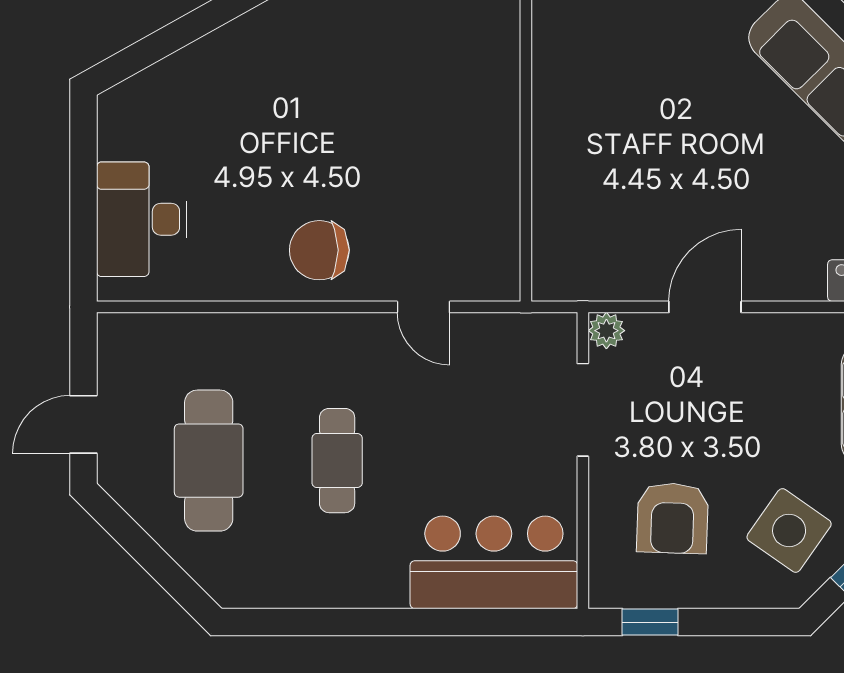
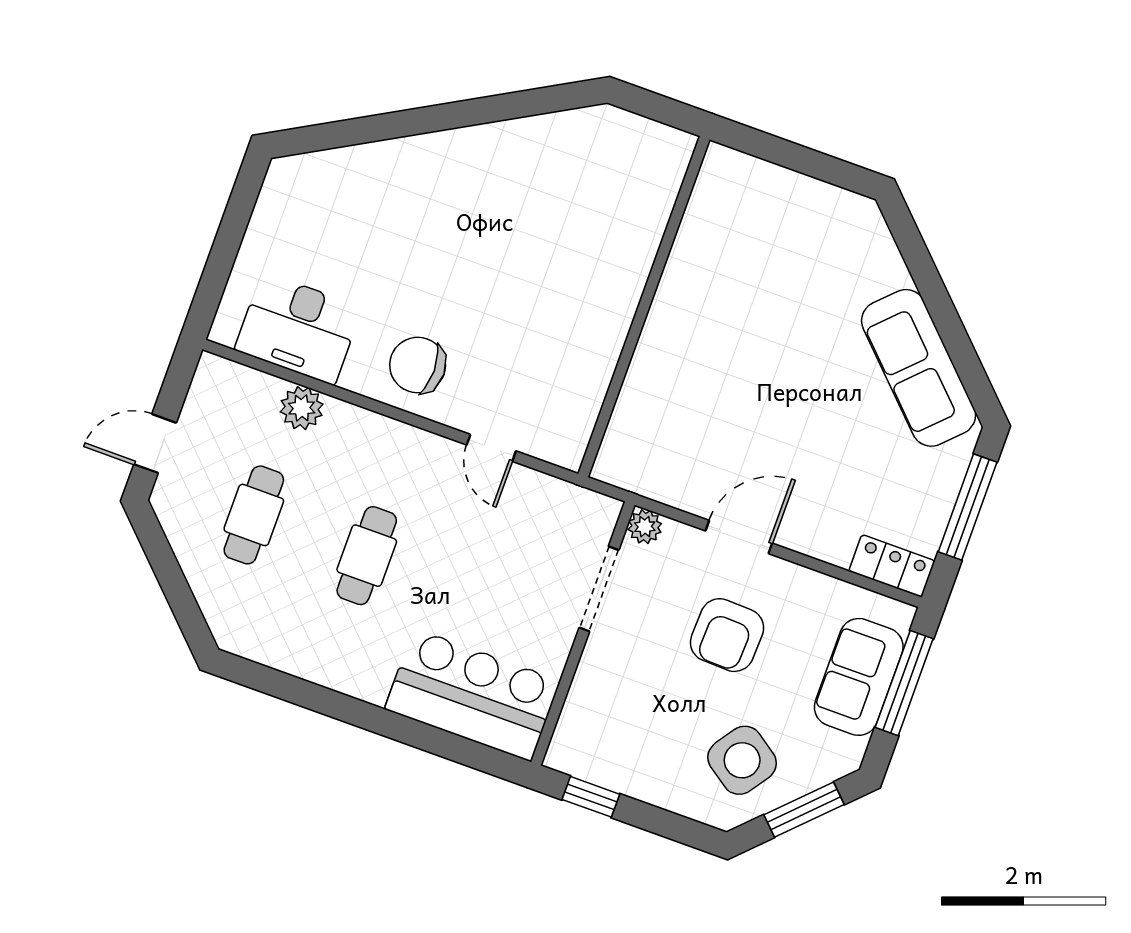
desk: (142, 219) -> (298, 328), moved, turned -90
plant: (218, 336) -> (302, 408), added
cafe table: (209, 461) -> (254, 515), width x0.73, depth x0.74
armchair: (672, 518) -> (727, 635), moved

